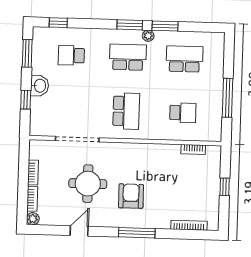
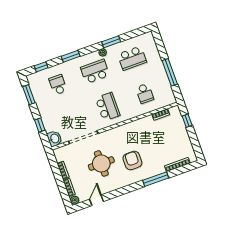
window: (130, 25) -> (71, 56), moved
school desk: (71, 55) -> (58, 85), turned 90
school desk: (184, 59) -> (132, 58), turned 180
washbasin: (39, 86) -> (54, 139), moved
school desk: (183, 113) -> (145, 93), turned 90
window: (225, 187) -> (187, 121), moved
door: (79, 231) -> (96, 200), moved
window: (137, 233) -> (156, 179), moved

